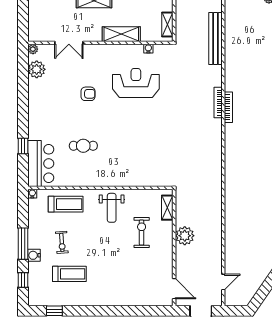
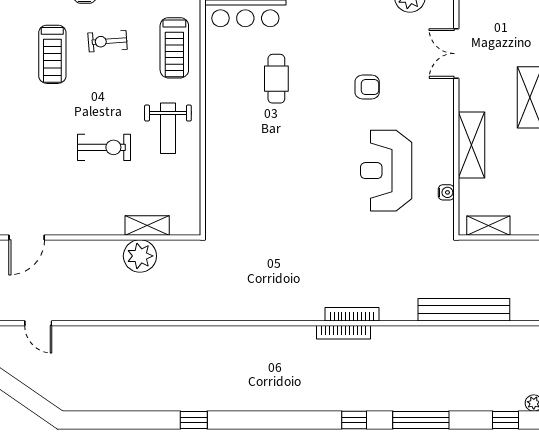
reception desk: (136, 83) -> (386, 171), turned 180
armchair: (88, 94) -> (367, 87), turned -90
weight bench: (112, 208) -> (168, 128), turned -90
shelving: (167, 208) -> (147, 225), moved
exercise bike: (142, 233) -> (104, 147), moved
plant: (185, 236) -> (140, 256), moved

